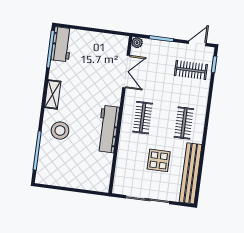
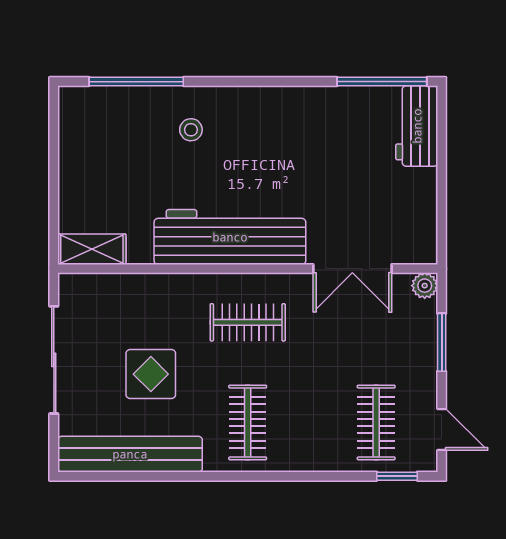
workbench: (62, 44) -> (417, 126), moved, turned 90
shelving: (53, 94) -> (92, 249), moved
clothes rail: (184, 123) -> (248, 422), turned 90
workbench: (108, 129) -> (230, 237), width x1.36, depth x1.32
stool: (60, 131) -> (191, 130), width x0.53, depth x0.53

